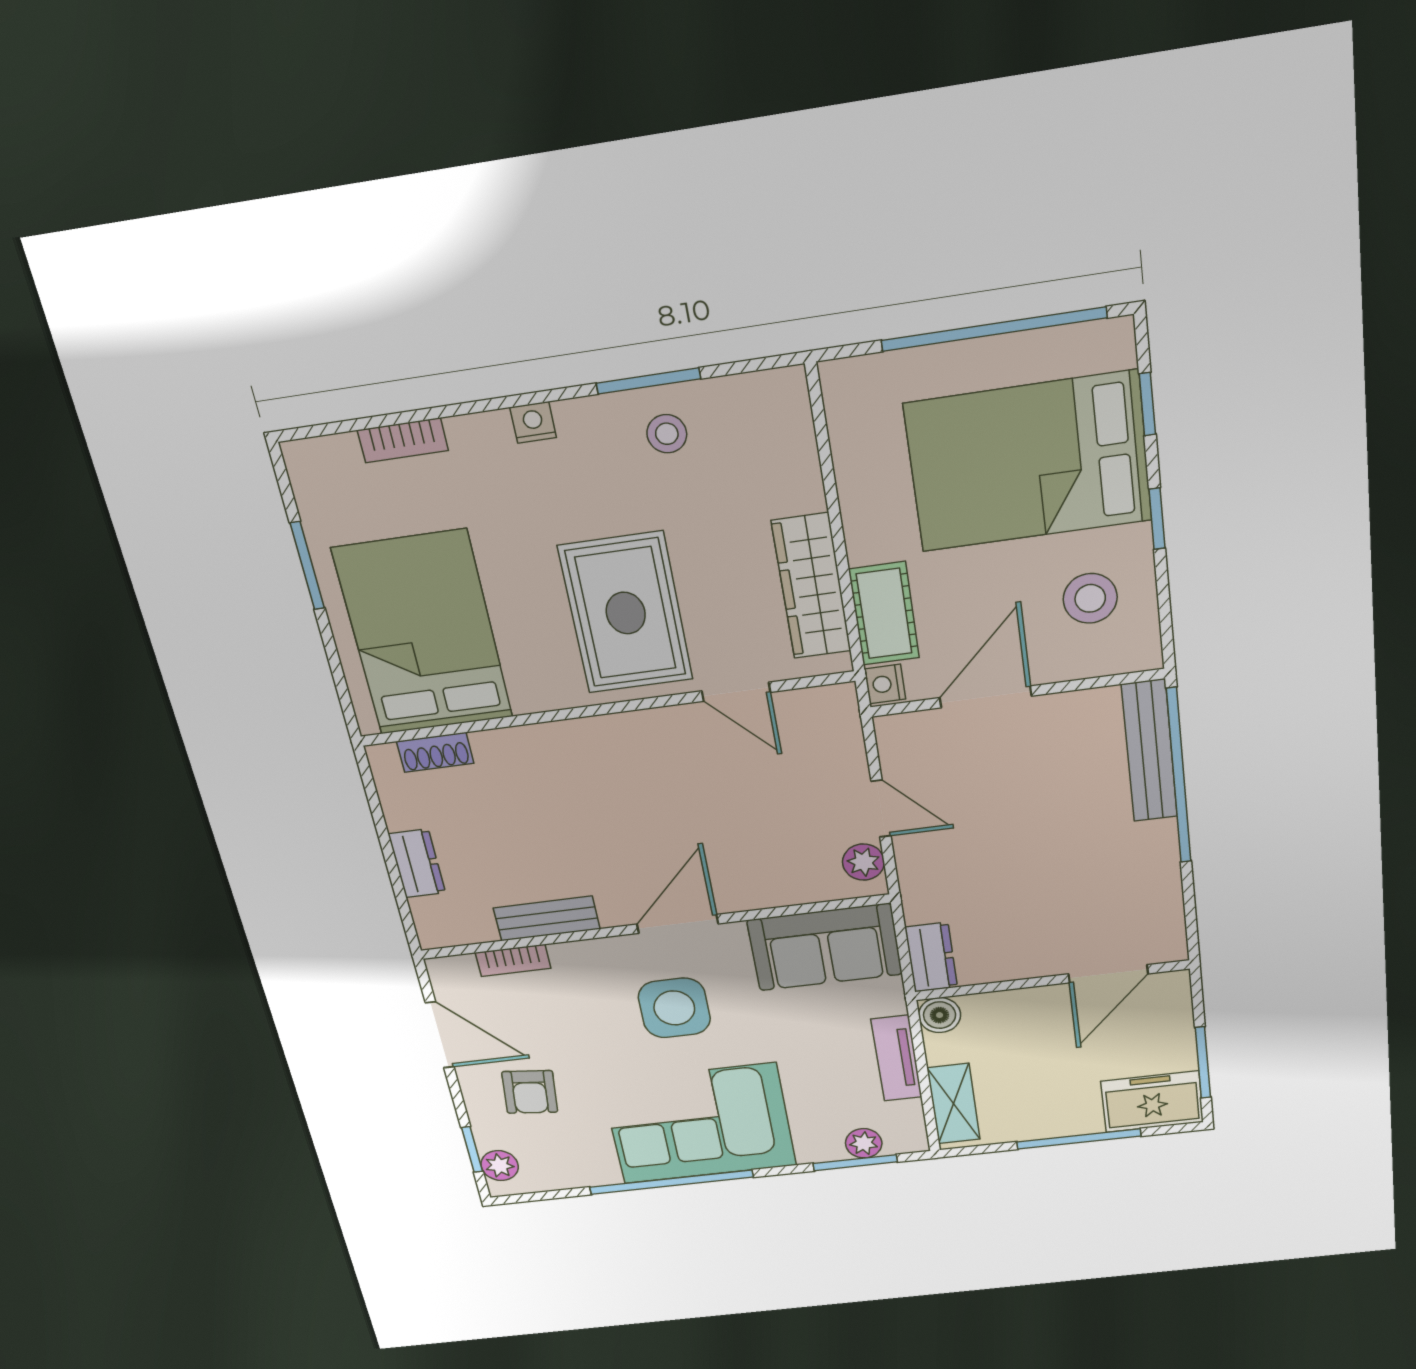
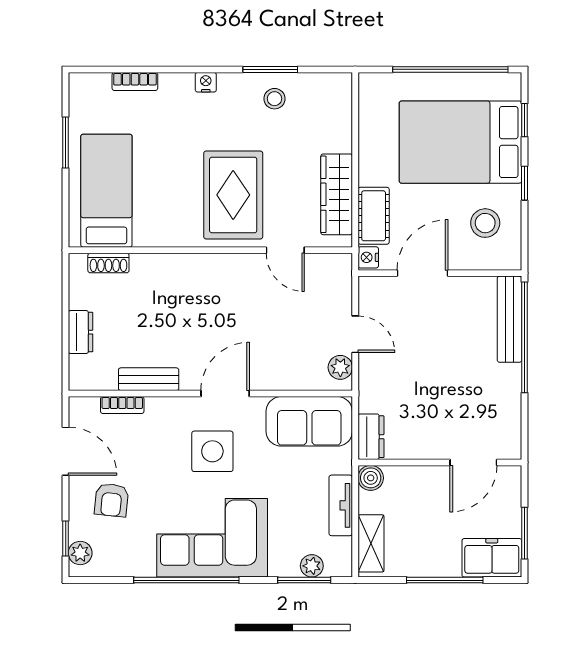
bed: (423, 633) -> (106, 191), width x0.67

